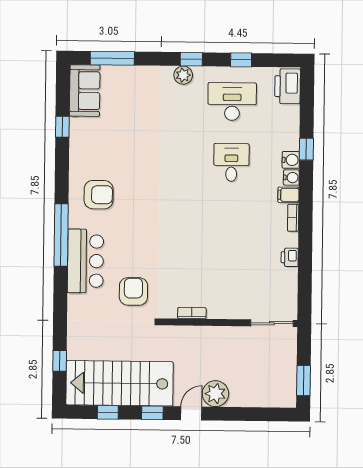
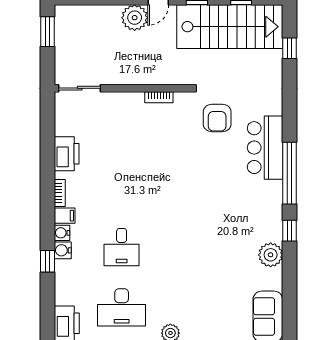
window: (62, 127) -> (289, 231), moved
plant: (81, 153) -> (271, 255), added
armchair: (99, 195) -> (253, 213), removed
printer: (290, 257) -> (67, 154), width x1.87, depth x1.48

